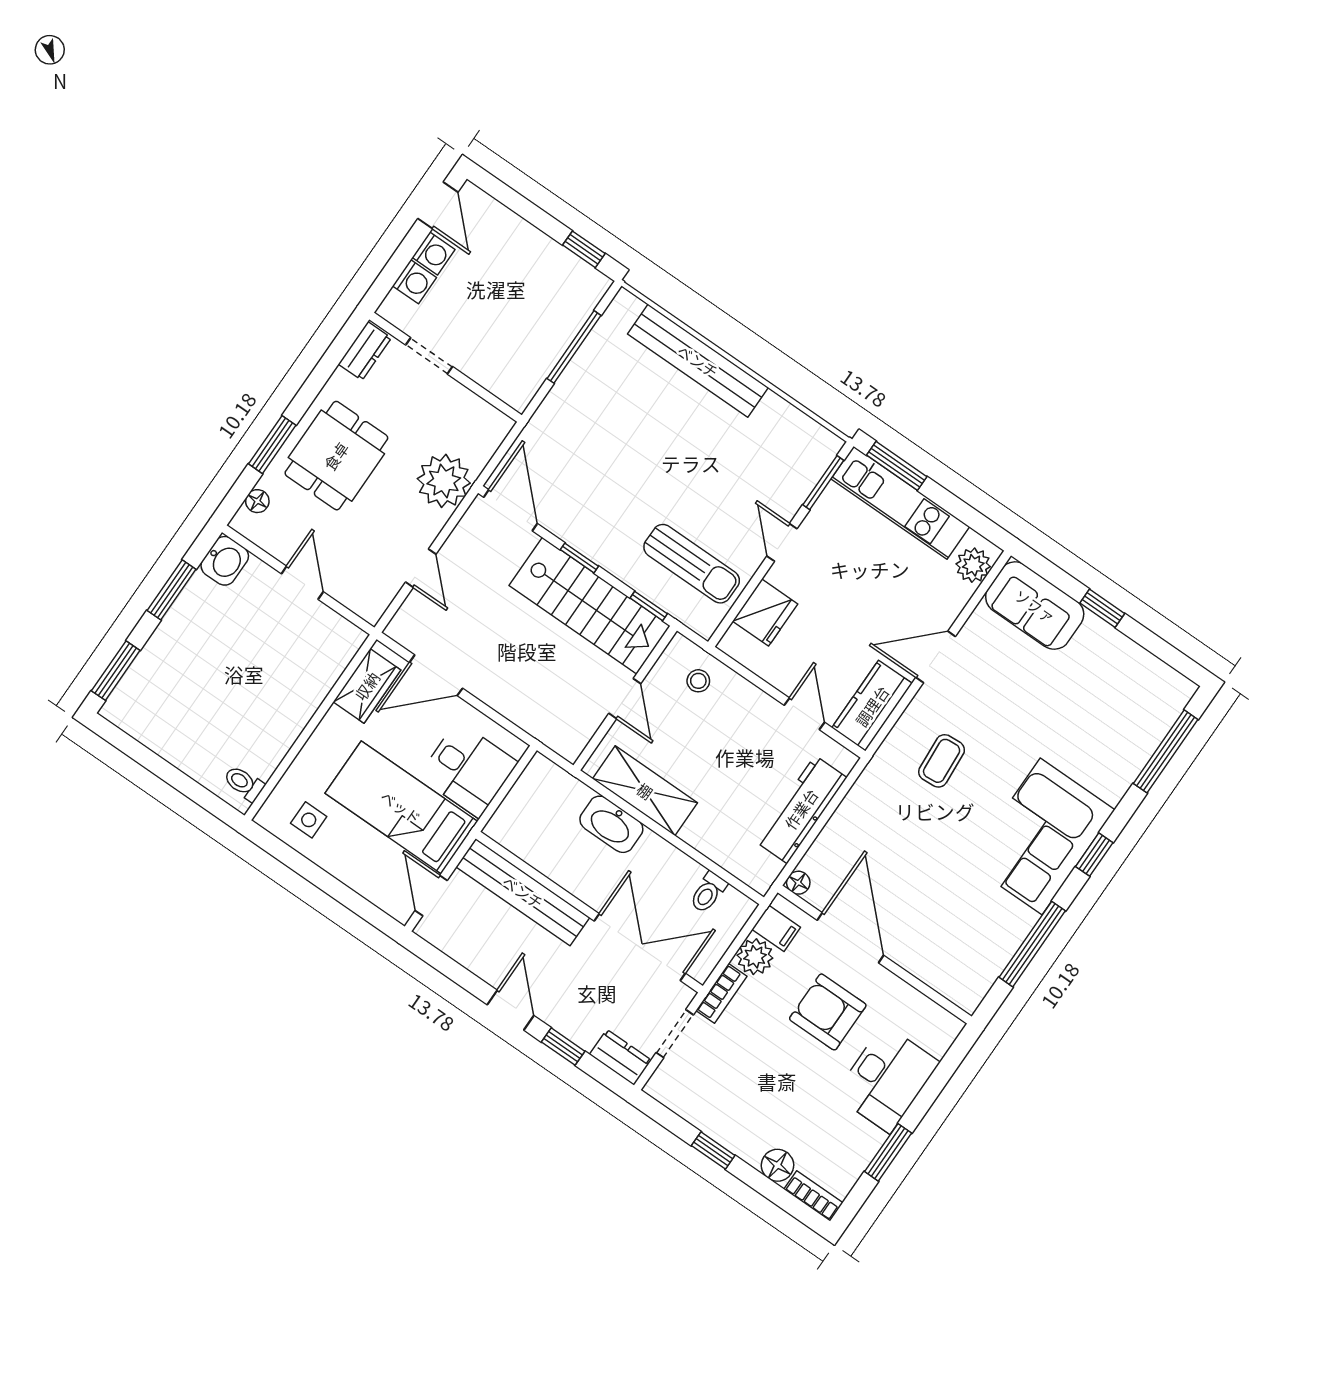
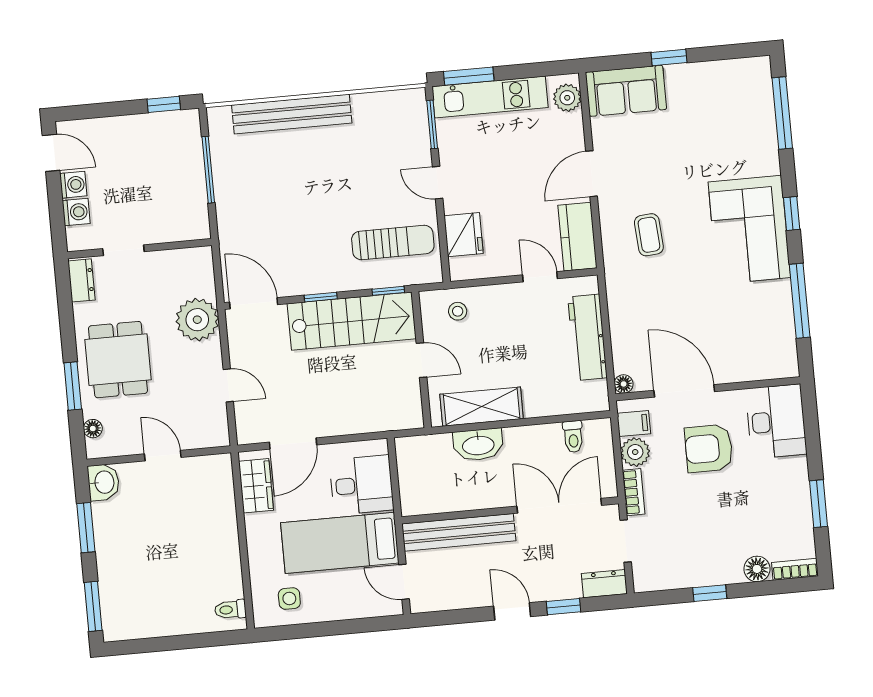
desk: (887, 1079) -> (776, 422), moved

